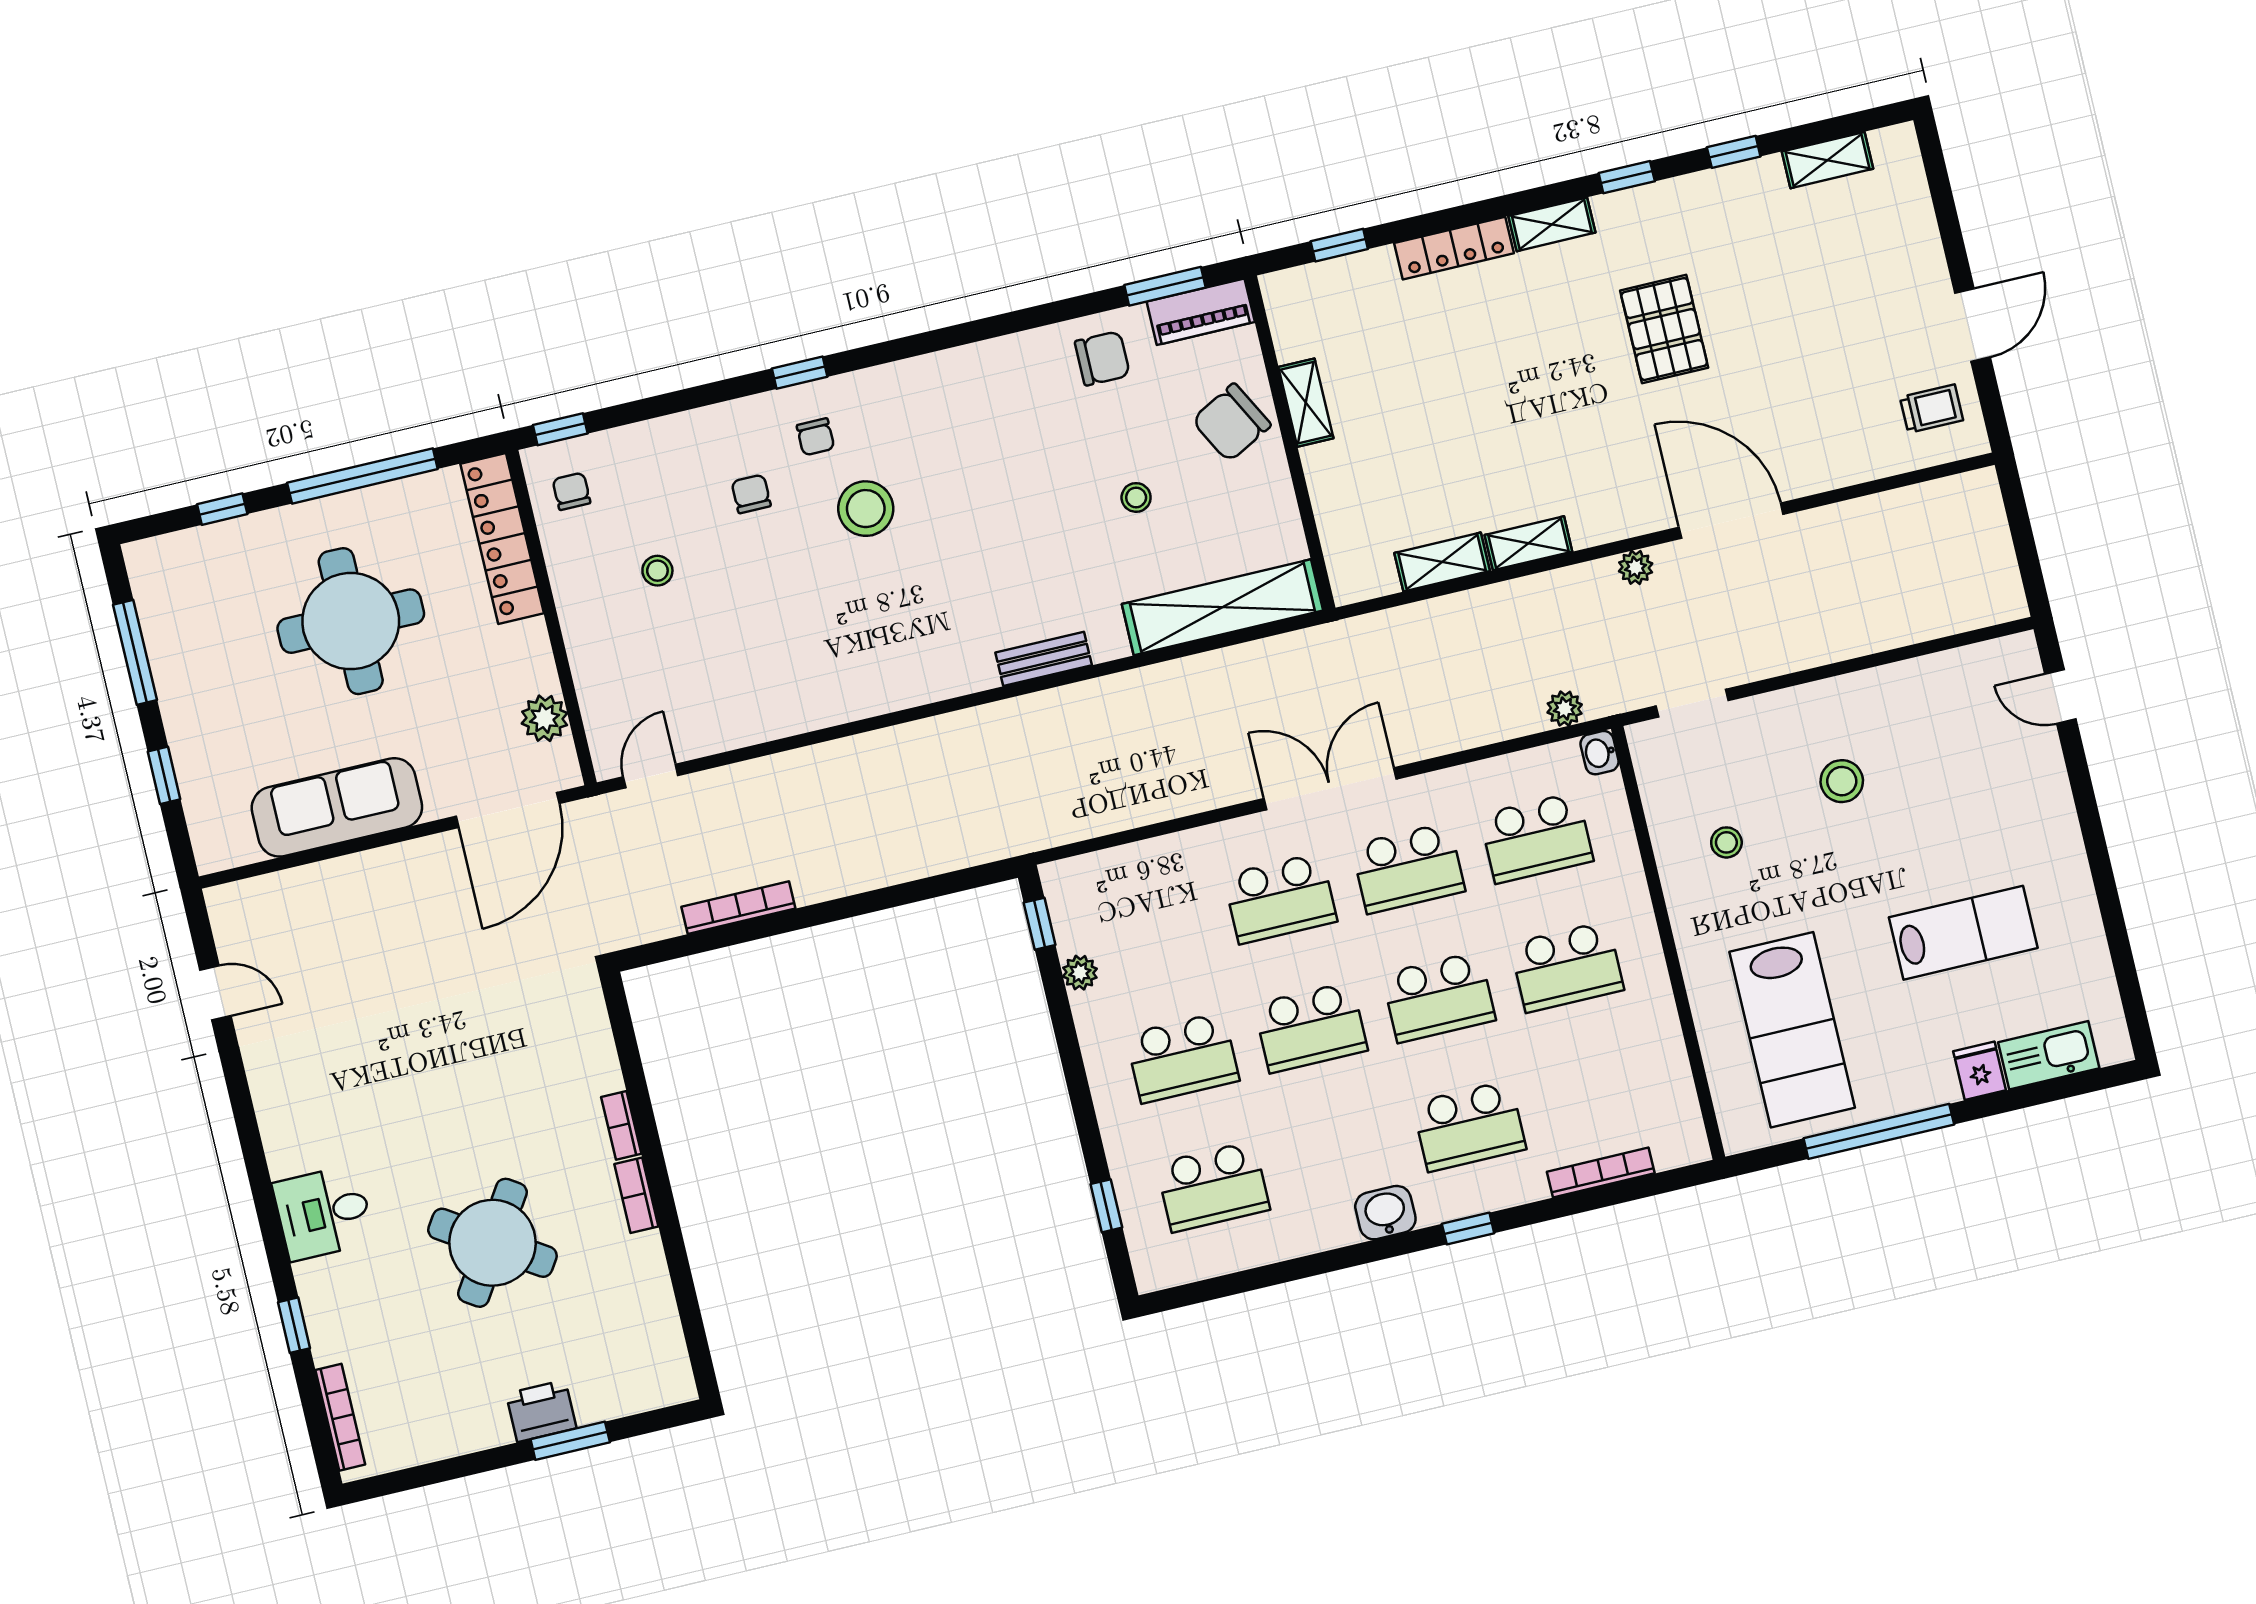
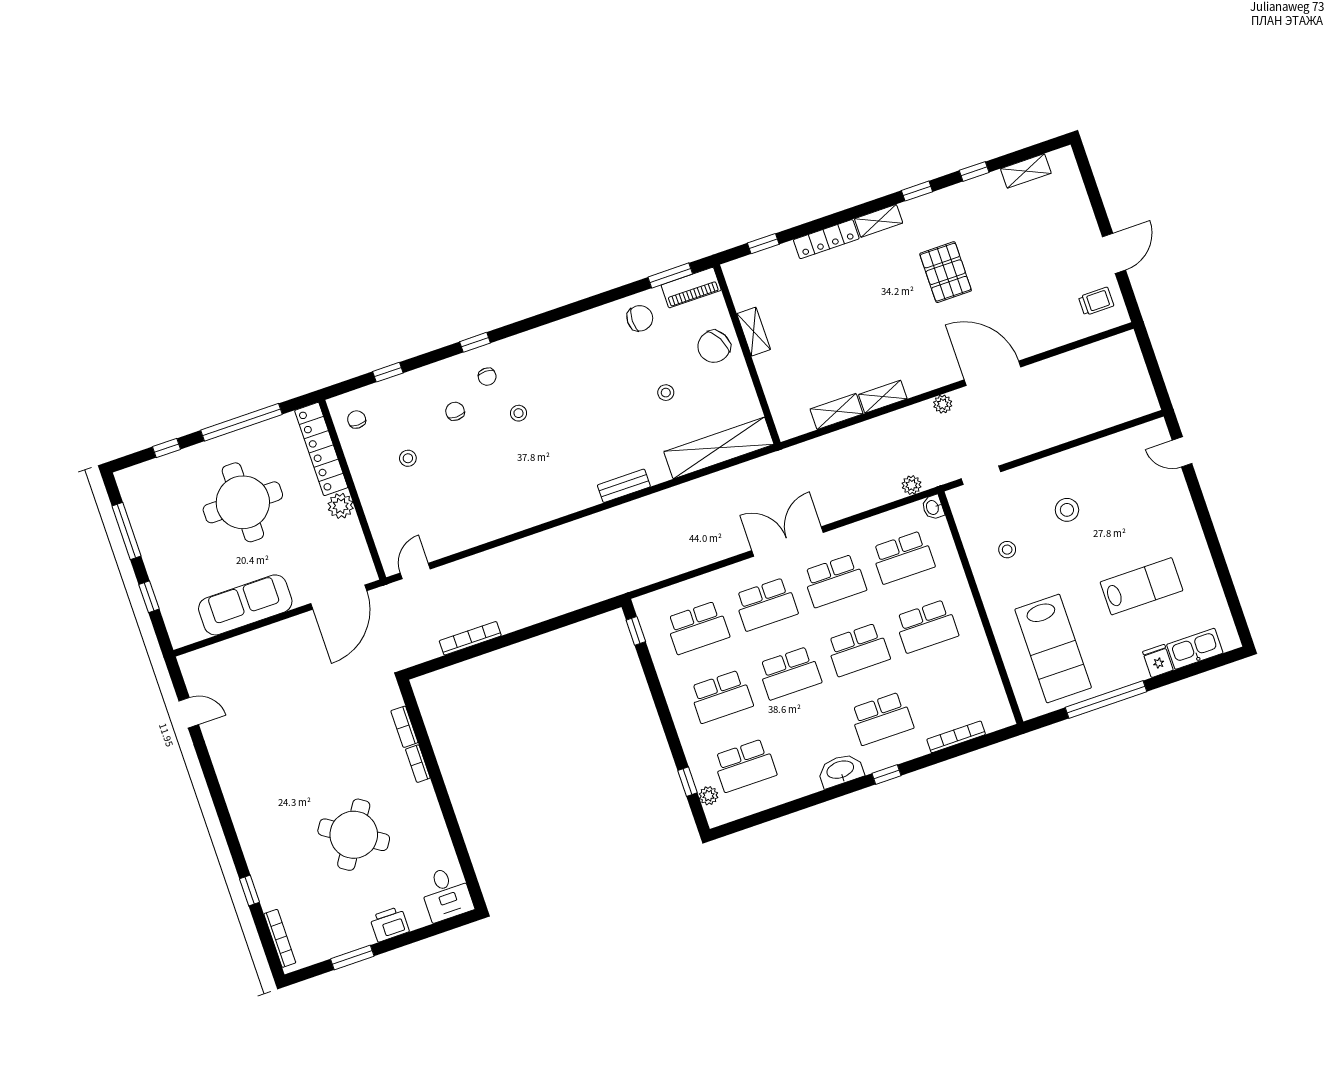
window: (560, 429) -> (388, 372), moved
stool: (866, 509) -> (518, 413), width x0.53, depth x0.53
plant: (545, 718) -> (341, 506), moved
school desk: (1152, 929) -> (698, 628), added
plant: (1080, 973) -> (709, 796), moved
bookcase: (636, 1195) -> (404, 727), moved
desk: (324, 1213) -> (446, 894), moved, turned -90
washbasin: (1385, 1213) -> (841, 770), width x1.38
window: (570, 1441) -> (352, 958), moved

